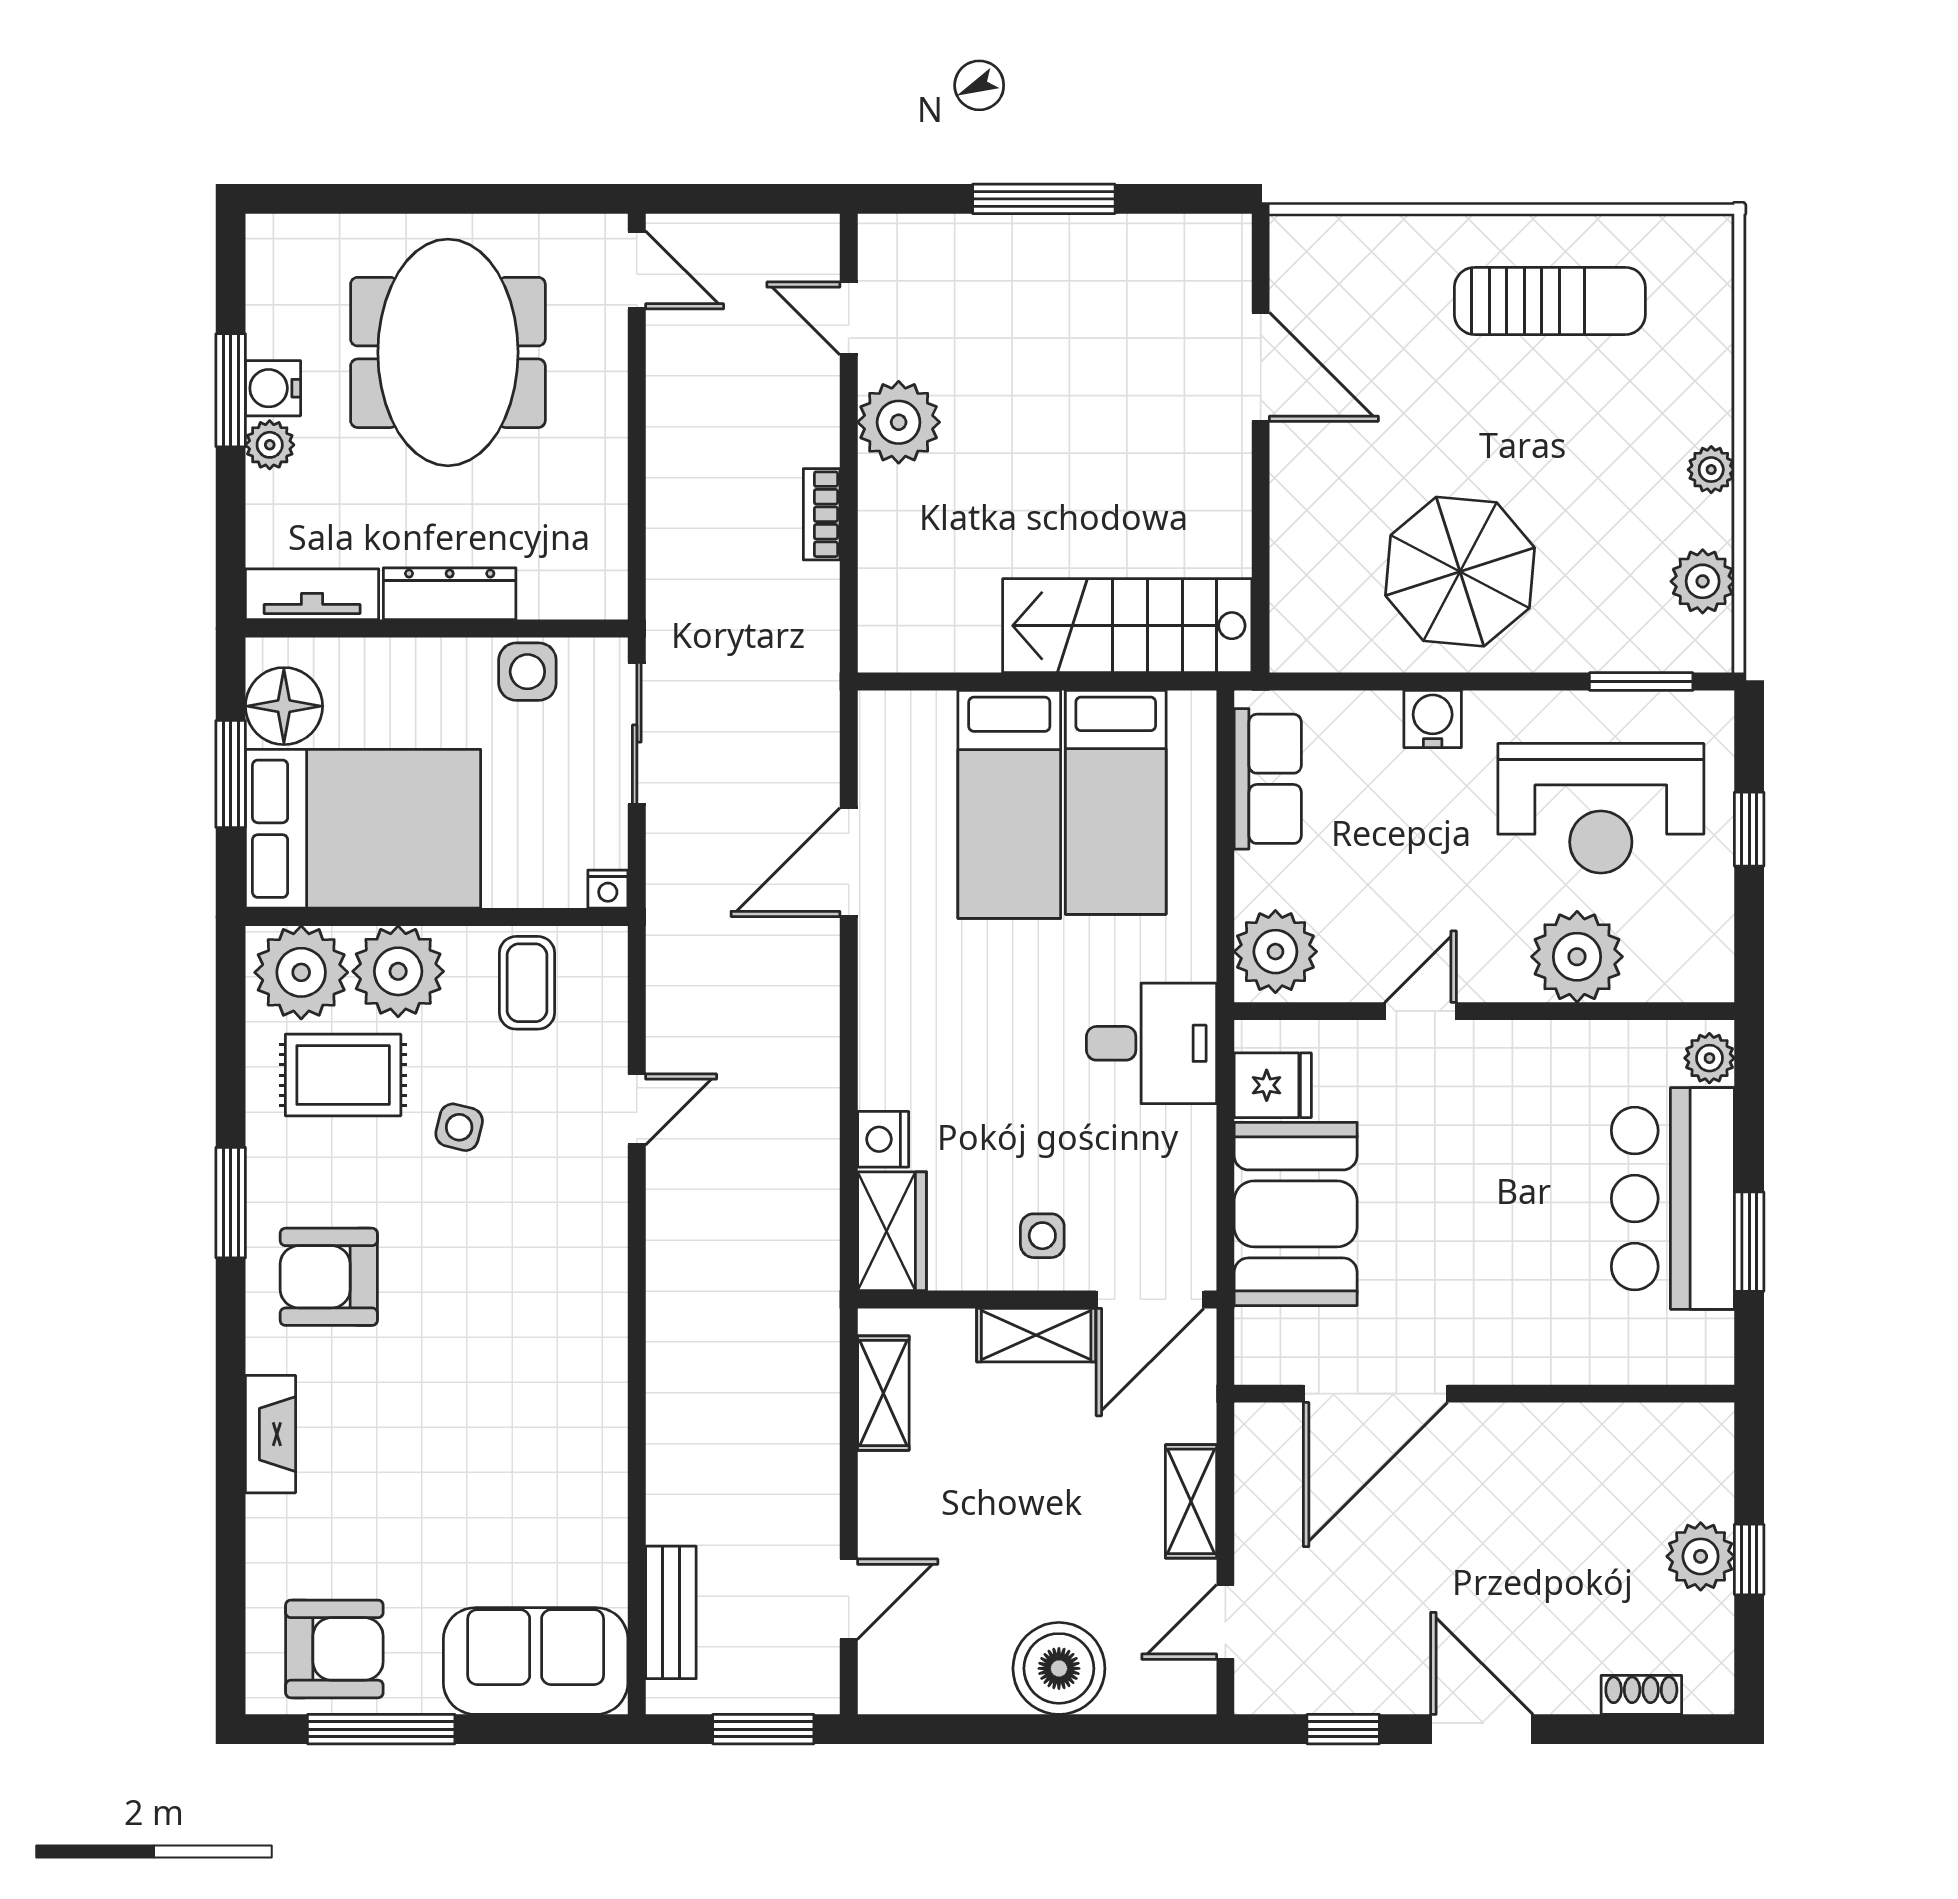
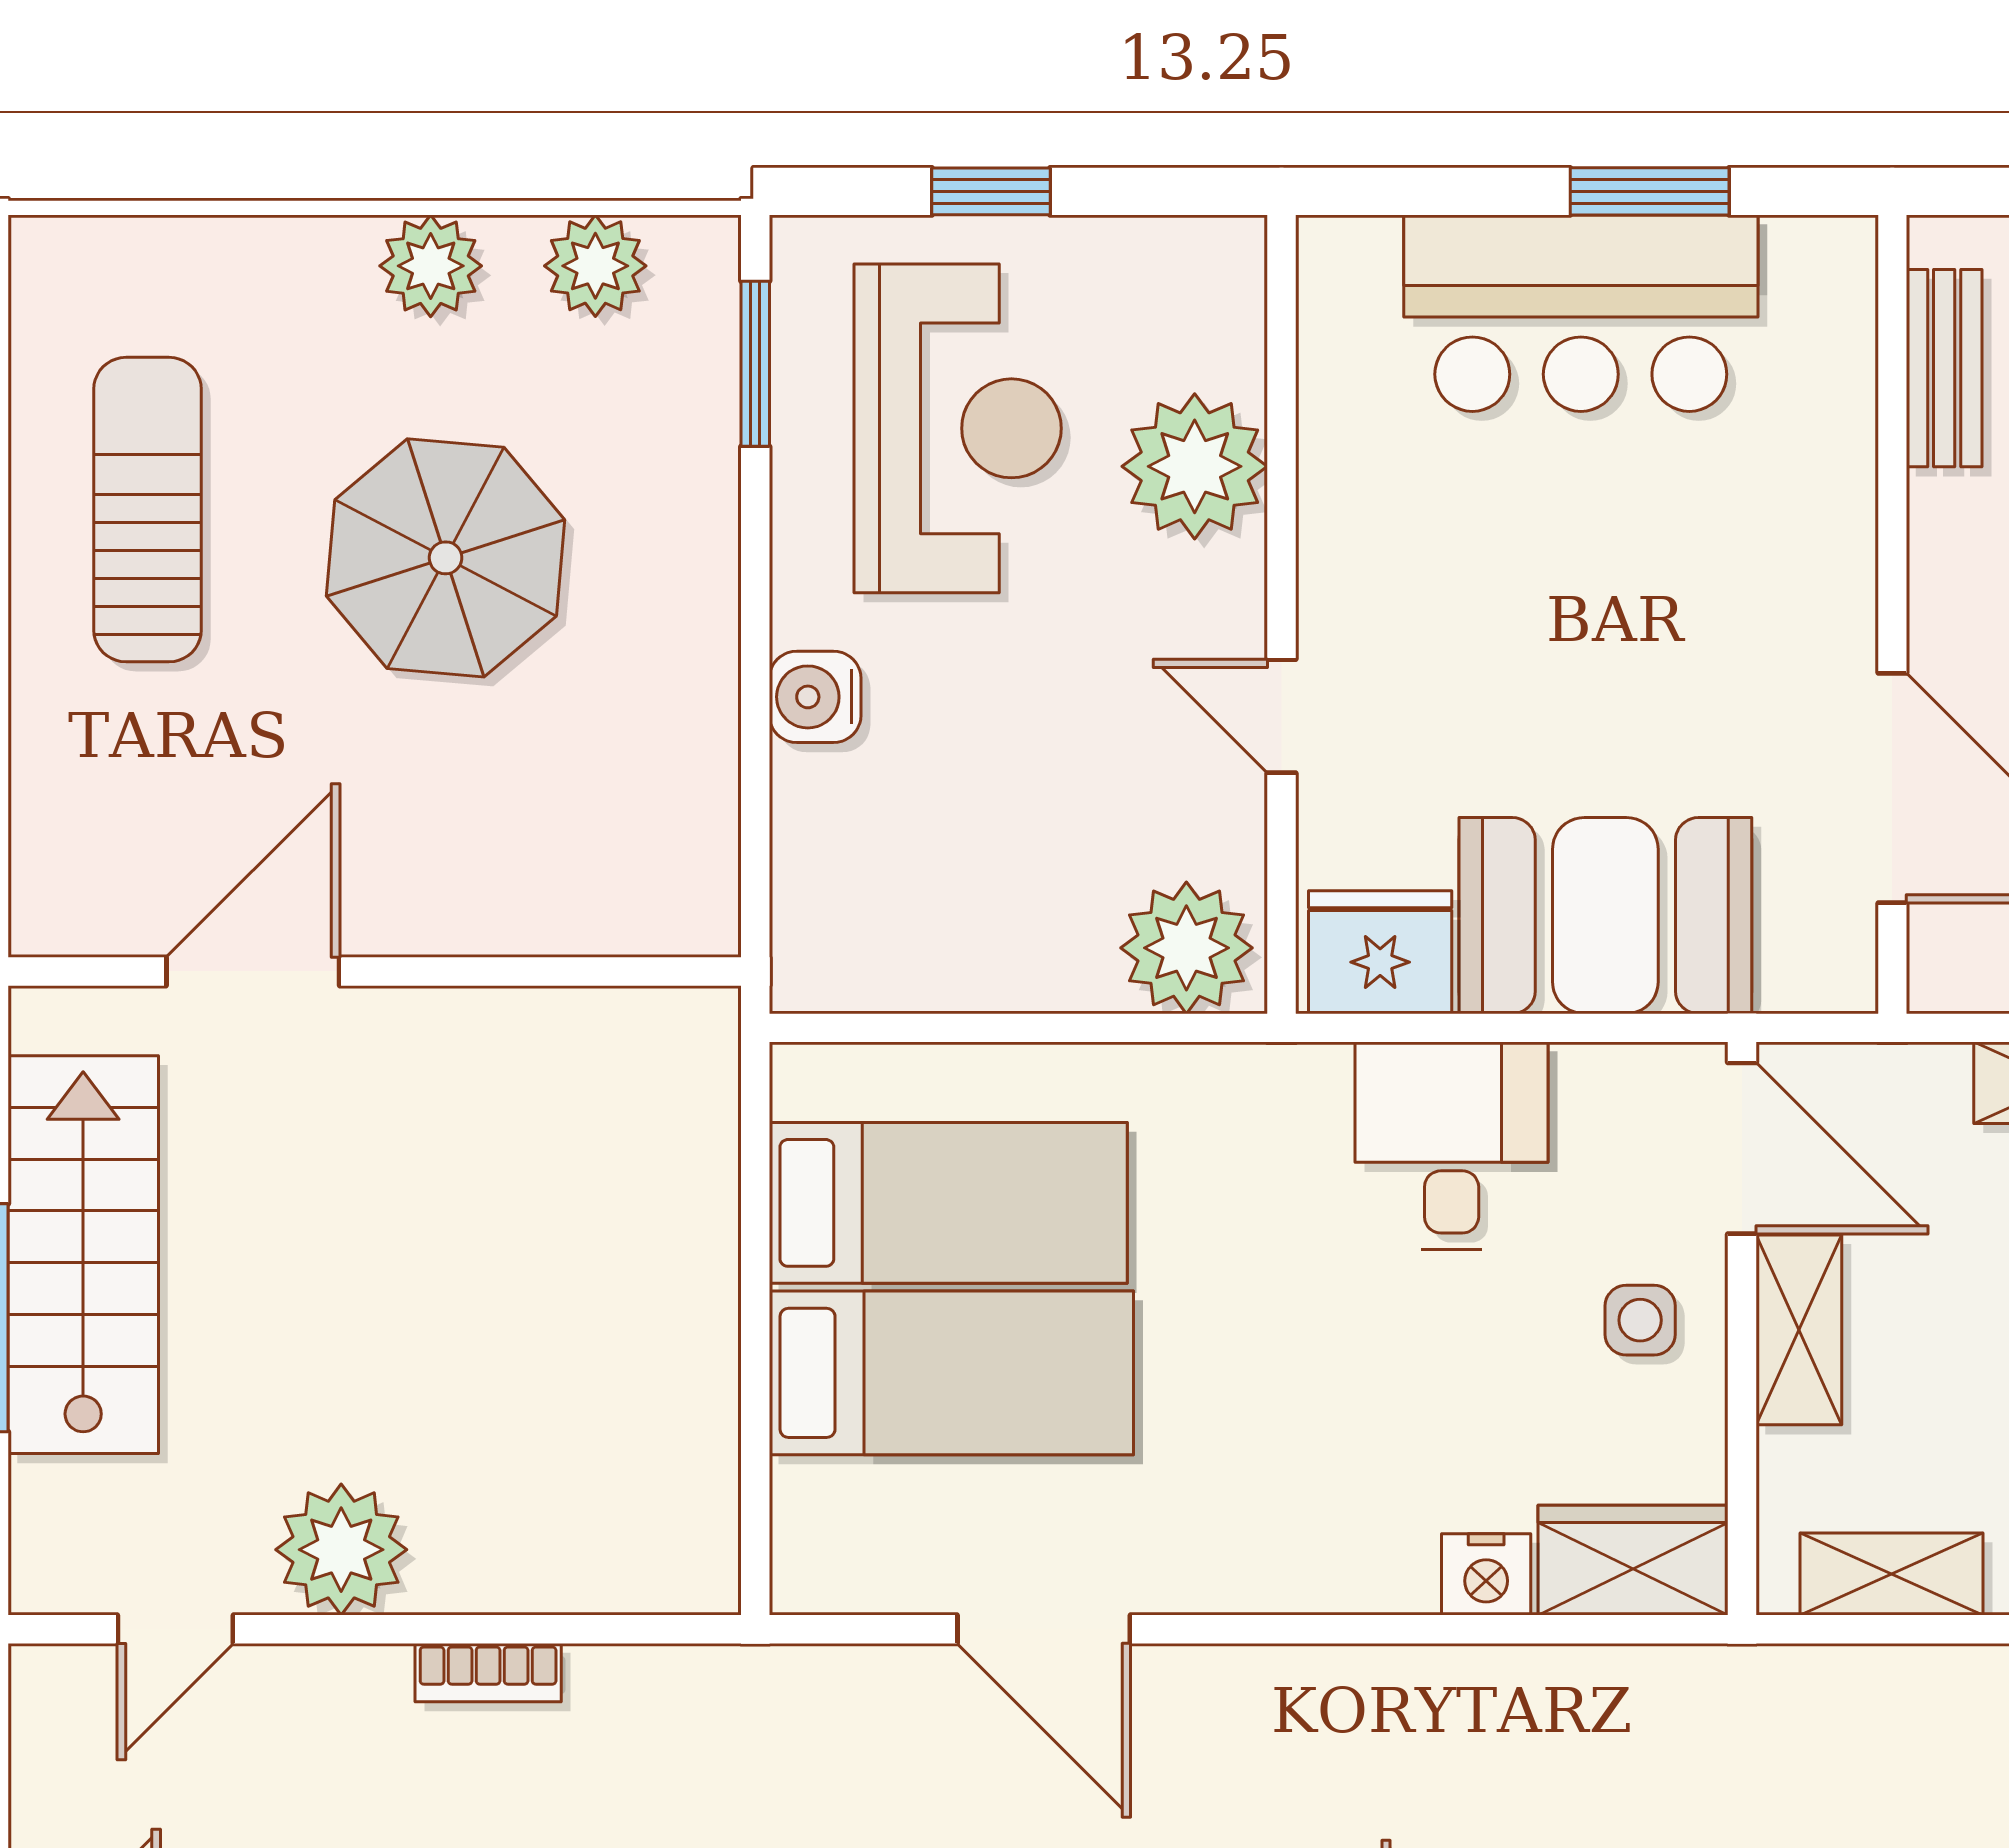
plant: (1711, 470) -> (431, 266), width x1.38, depth x1.38
parasol: (1460, 572) -> (446, 558), moved
stairs: (1127, 626) -> (83, 1255), moved, turned 180
row of seats: (1268, 779) -> (911, 960), removed
desk: (1151, 1043) -> (1452, 1146), moved
plant: (1709, 1058) -> (1357, 255), removed
fridge: (1273, 1085) -> (1380, 952), width x1.38
bench: (1638, 1426) -> (1944, 368), added

